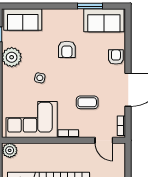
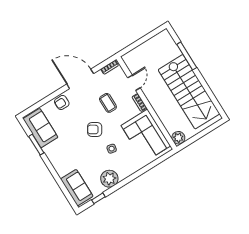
armchair: (67, 49) -> (95, 130), moved, turned -148
door: (104, 140) -> (134, 83), moved

